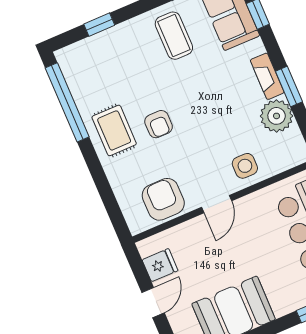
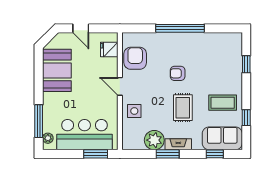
window: (67, 102) -> (180, 28), moved
rug: (114, 130) -> (183, 108), moved, turned 90
armchair: (163, 199) -> (135, 58), turned -90
fridge: (160, 265) -> (109, 50), moved, turned 90

